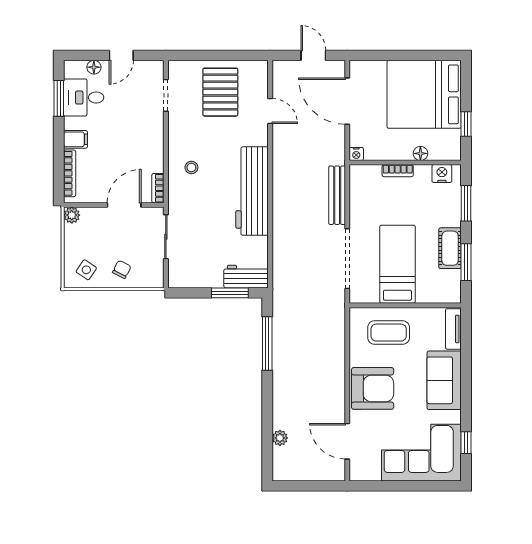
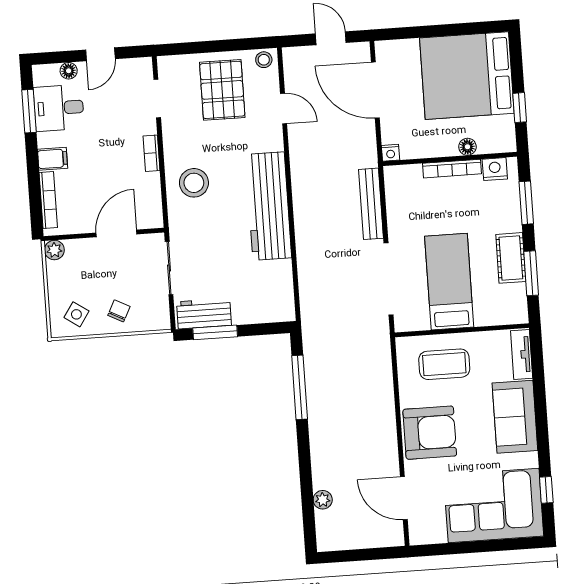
stool: (257, 69) -> (264, 60), added
stool: (191, 167) -> (194, 183), width x1.89, depth x1.89
bookcase: (398, 171) -> (452, 169), width x1.56
bookcase: (158, 188) -> (152, 153), moved
workbench: (246, 277) -> (204, 314), moved
window: (230, 293) -> (215, 332), moved

